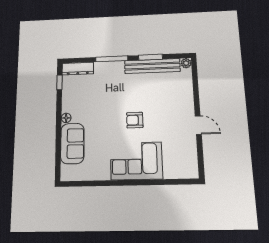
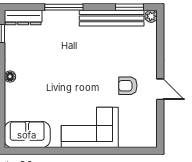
window: (150, 57) -> (130, 7), moved
armchair: (135, 120) -> (128, 86), moved
sofa: (72, 143) -> (27, 135), moved, turned -90

